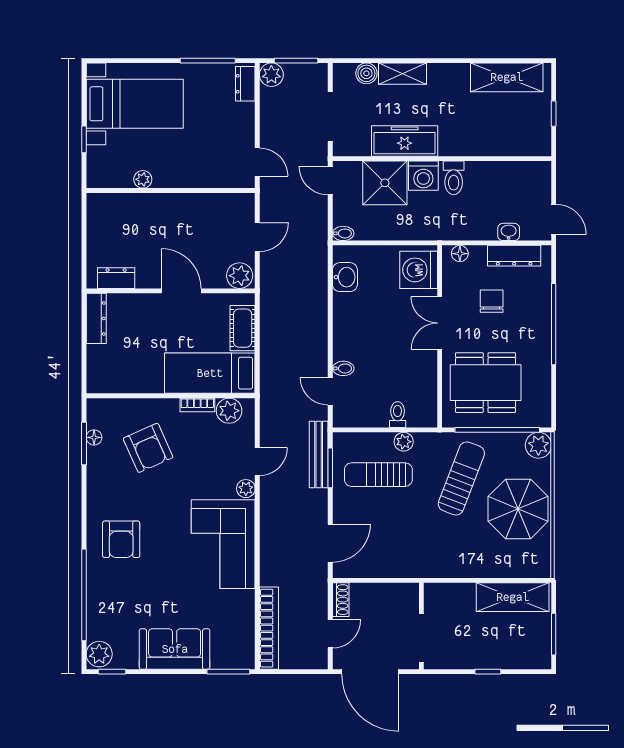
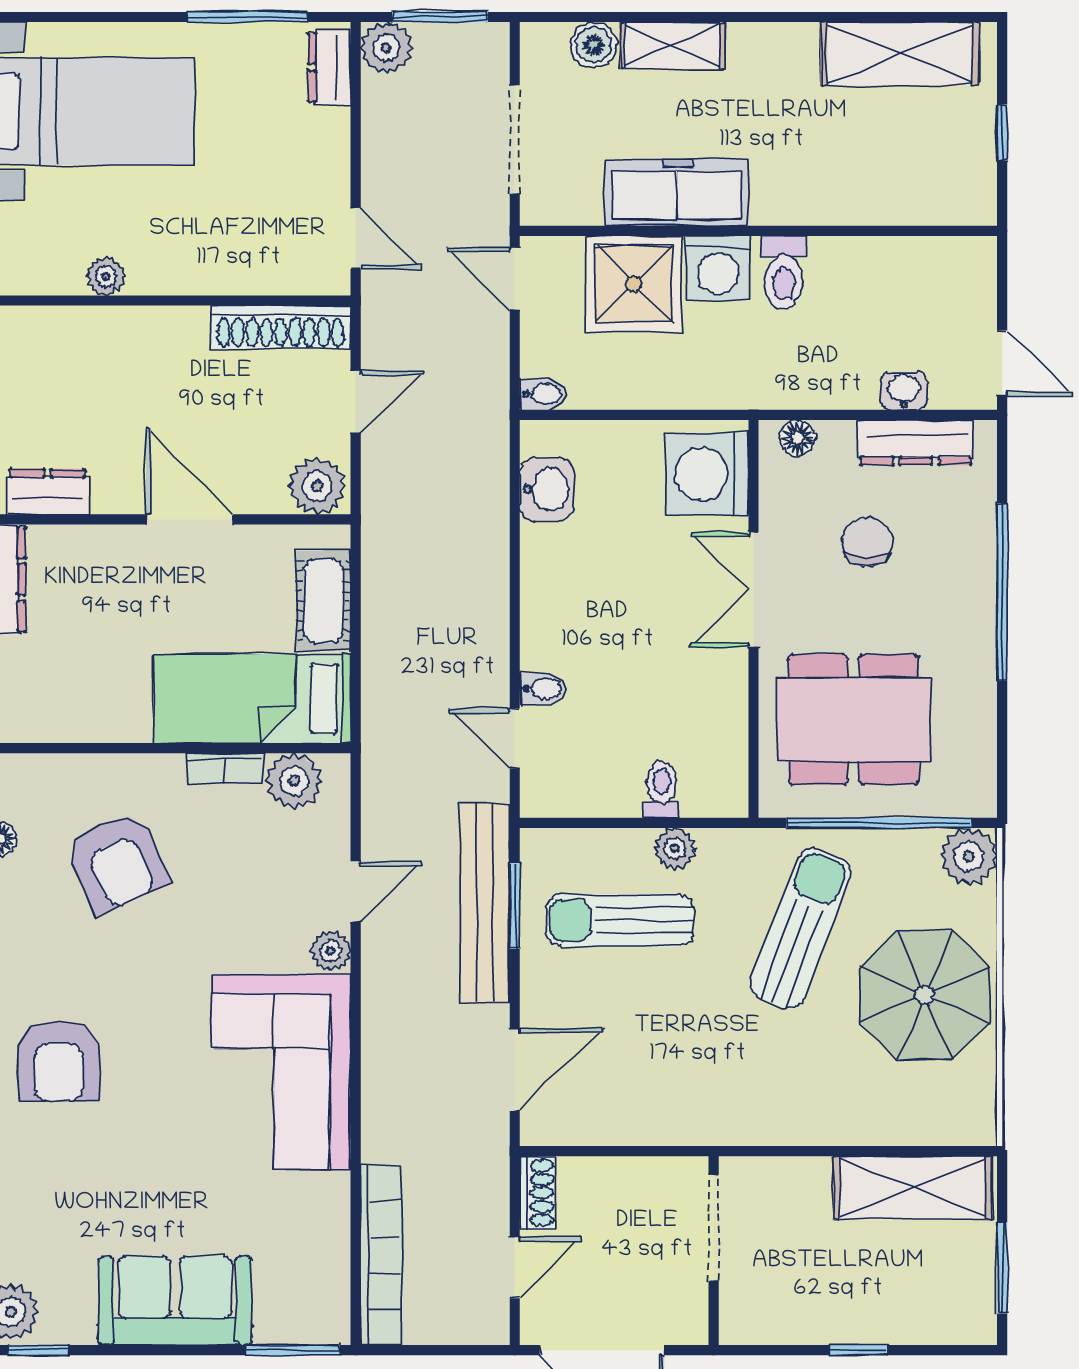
shoe rack: (223, 203) -> (281, 327), added
bench: (319, 454) -> (485, 903), width x1.37, depth x1.21
doorway: (421, 638) -> (714, 1228), moved

